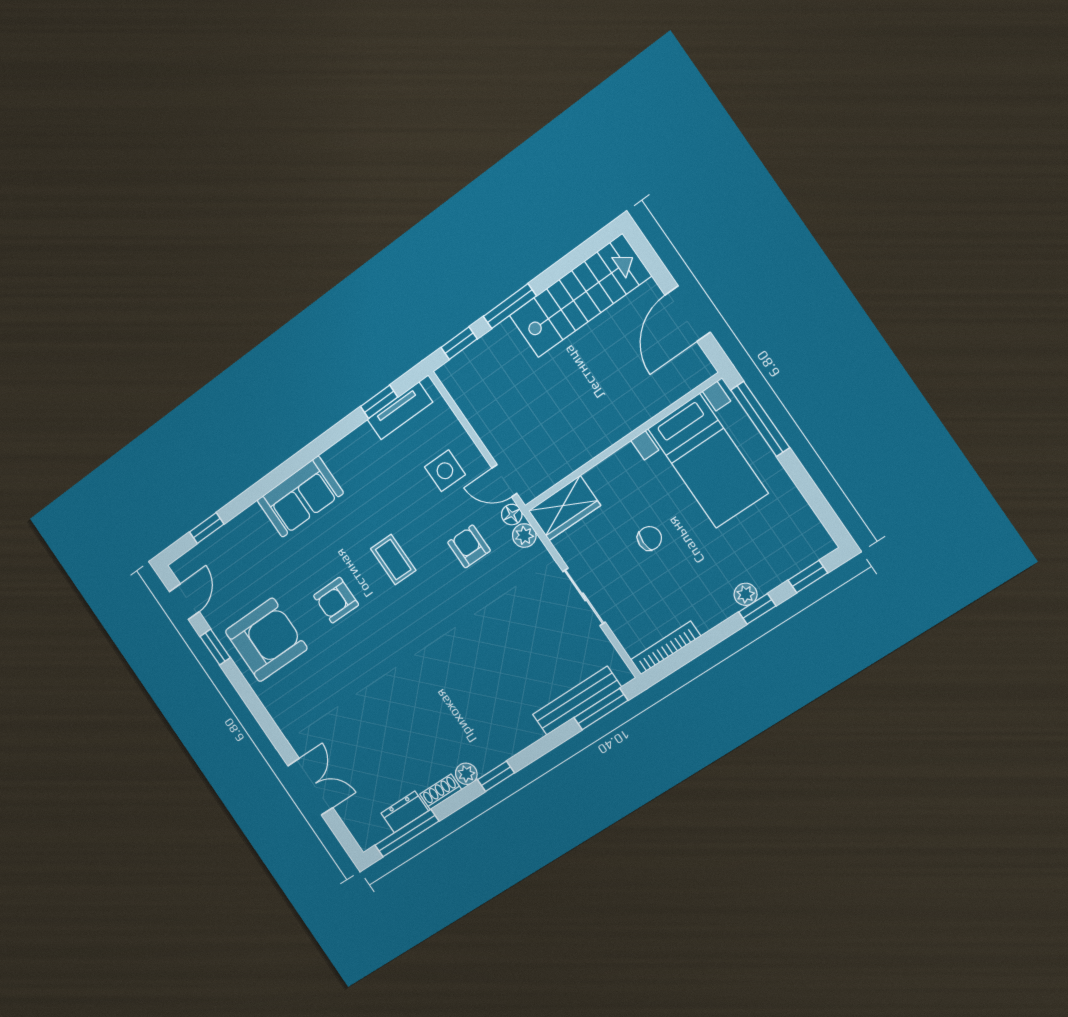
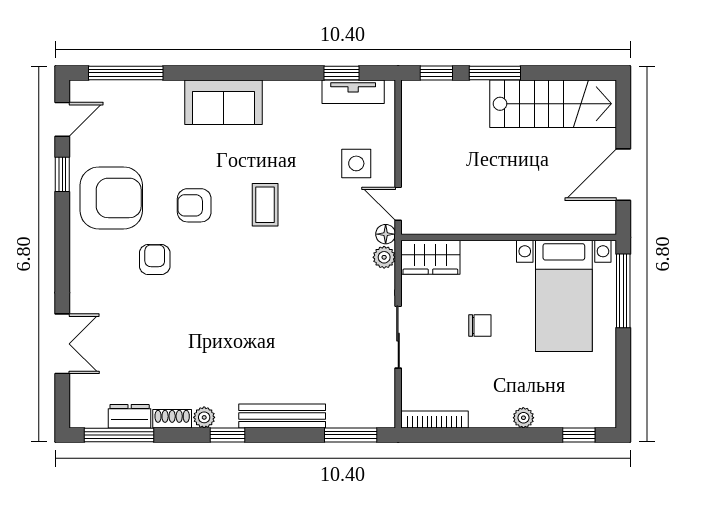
window: (207, 528) -> (126, 73), width x2.17
armchair: (469, 546) -> (155, 259), moved
window: (757, 609) -> (525, 435), removed
bench: (577, 701) -> (282, 416), moved

